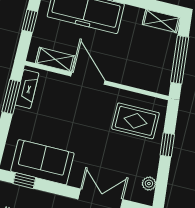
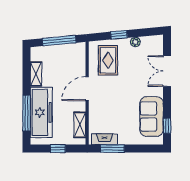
shelving: (161, 21) -> (36, 74), moved
door: (88, 78) -> (87, 89), moved
plant: (149, 184) -> (135, 42), moved

